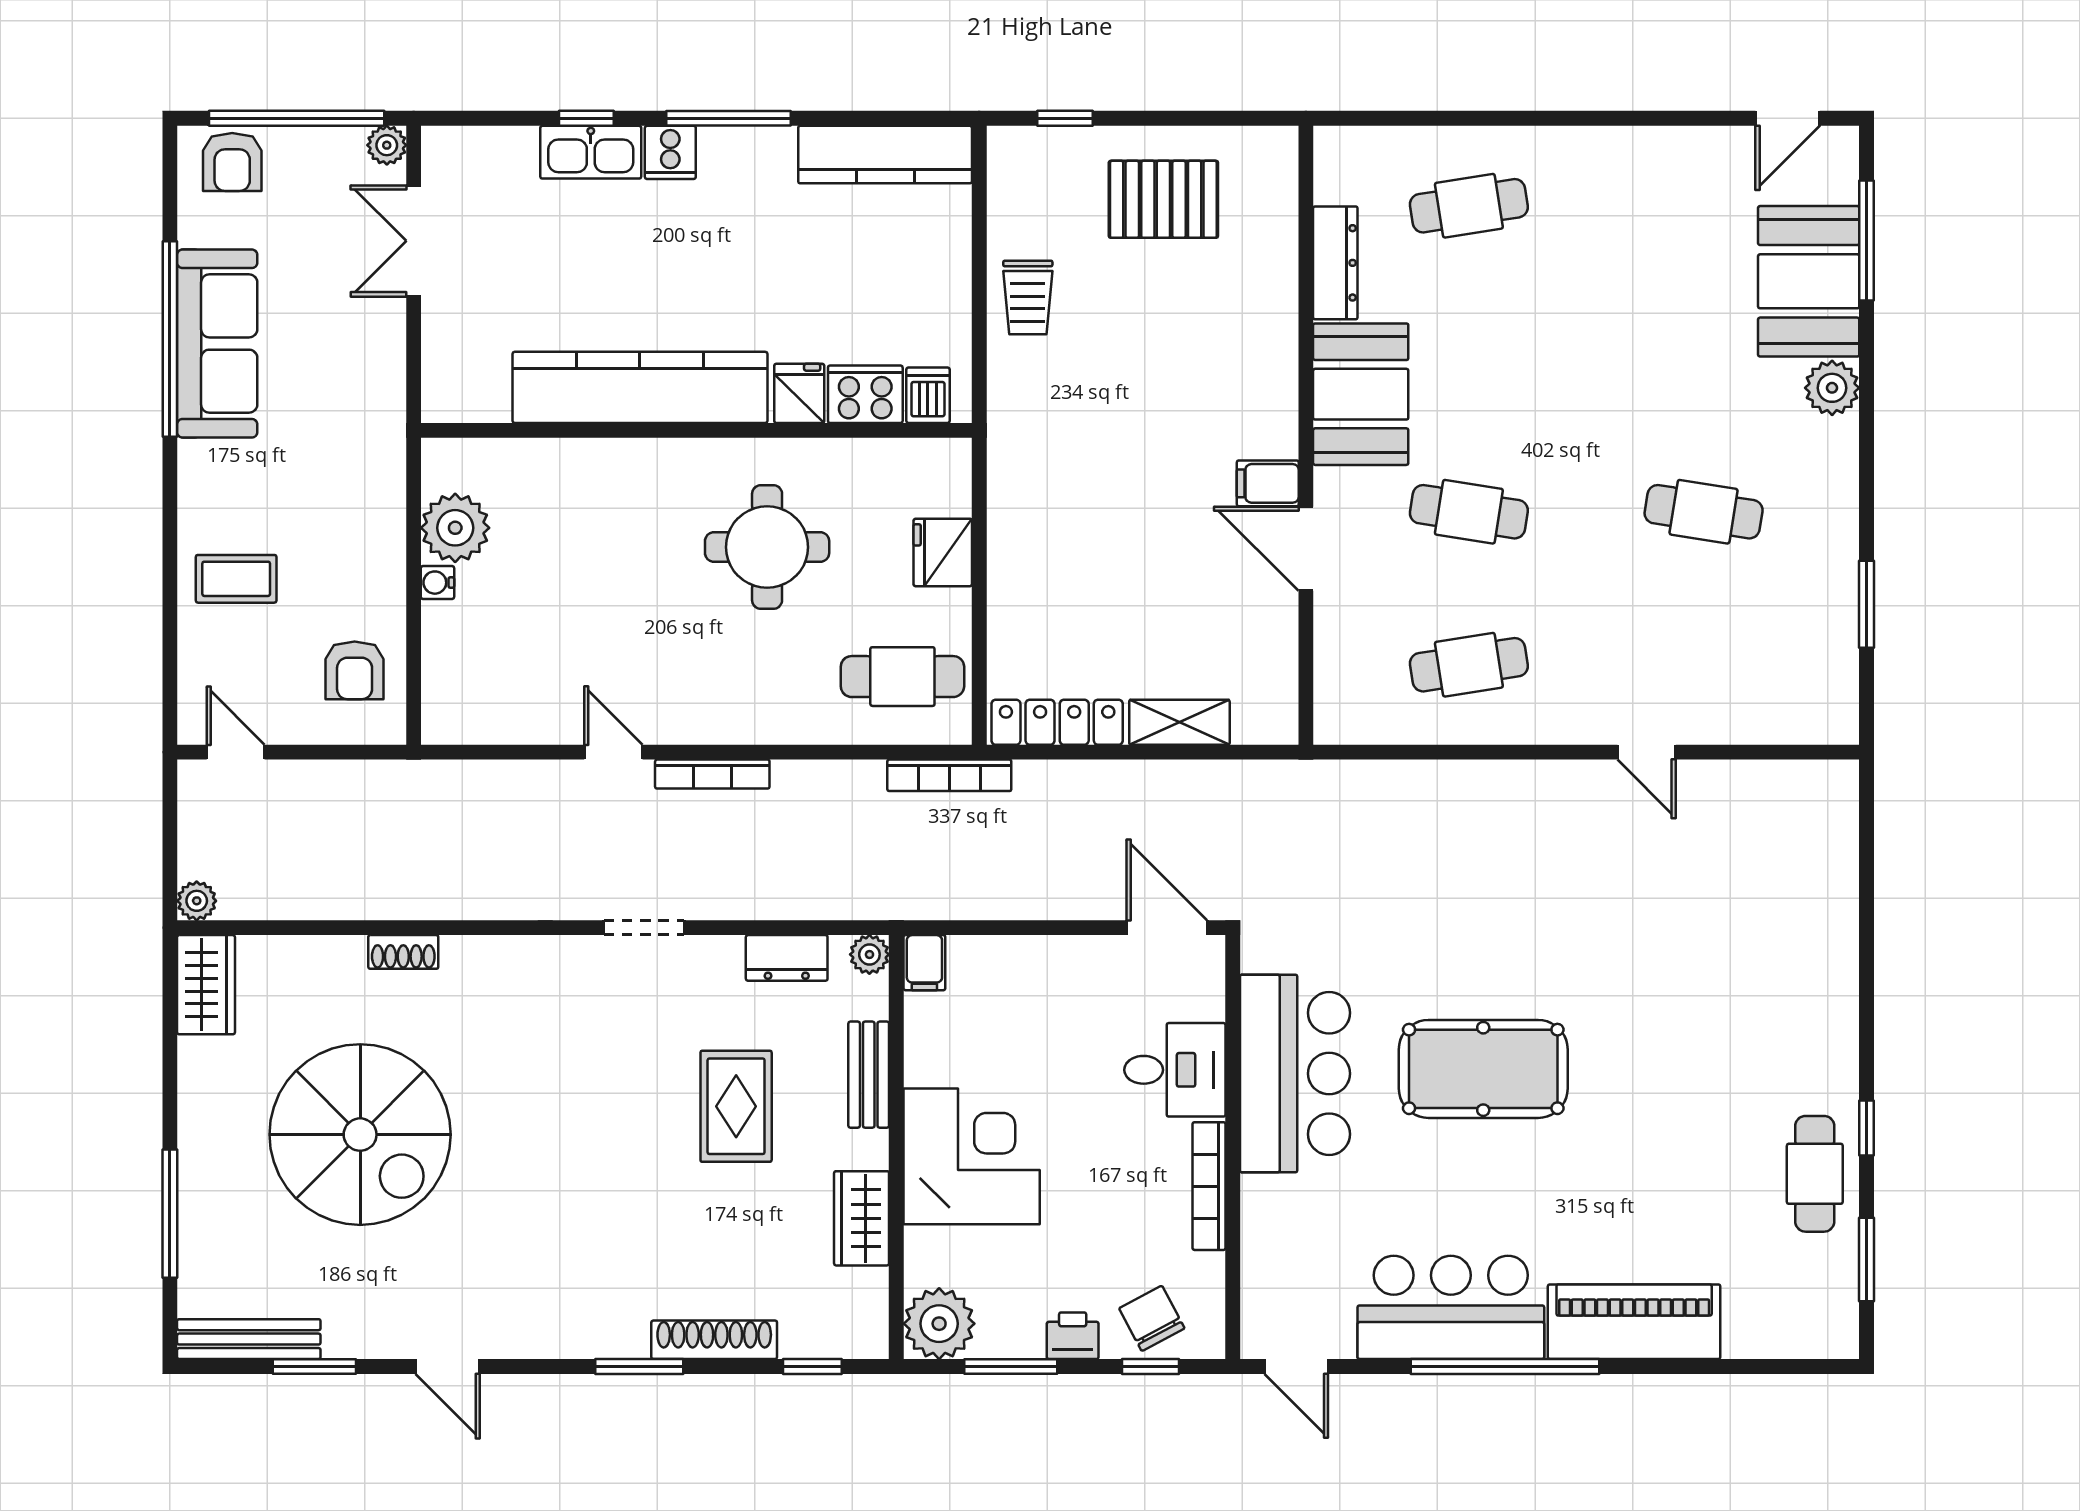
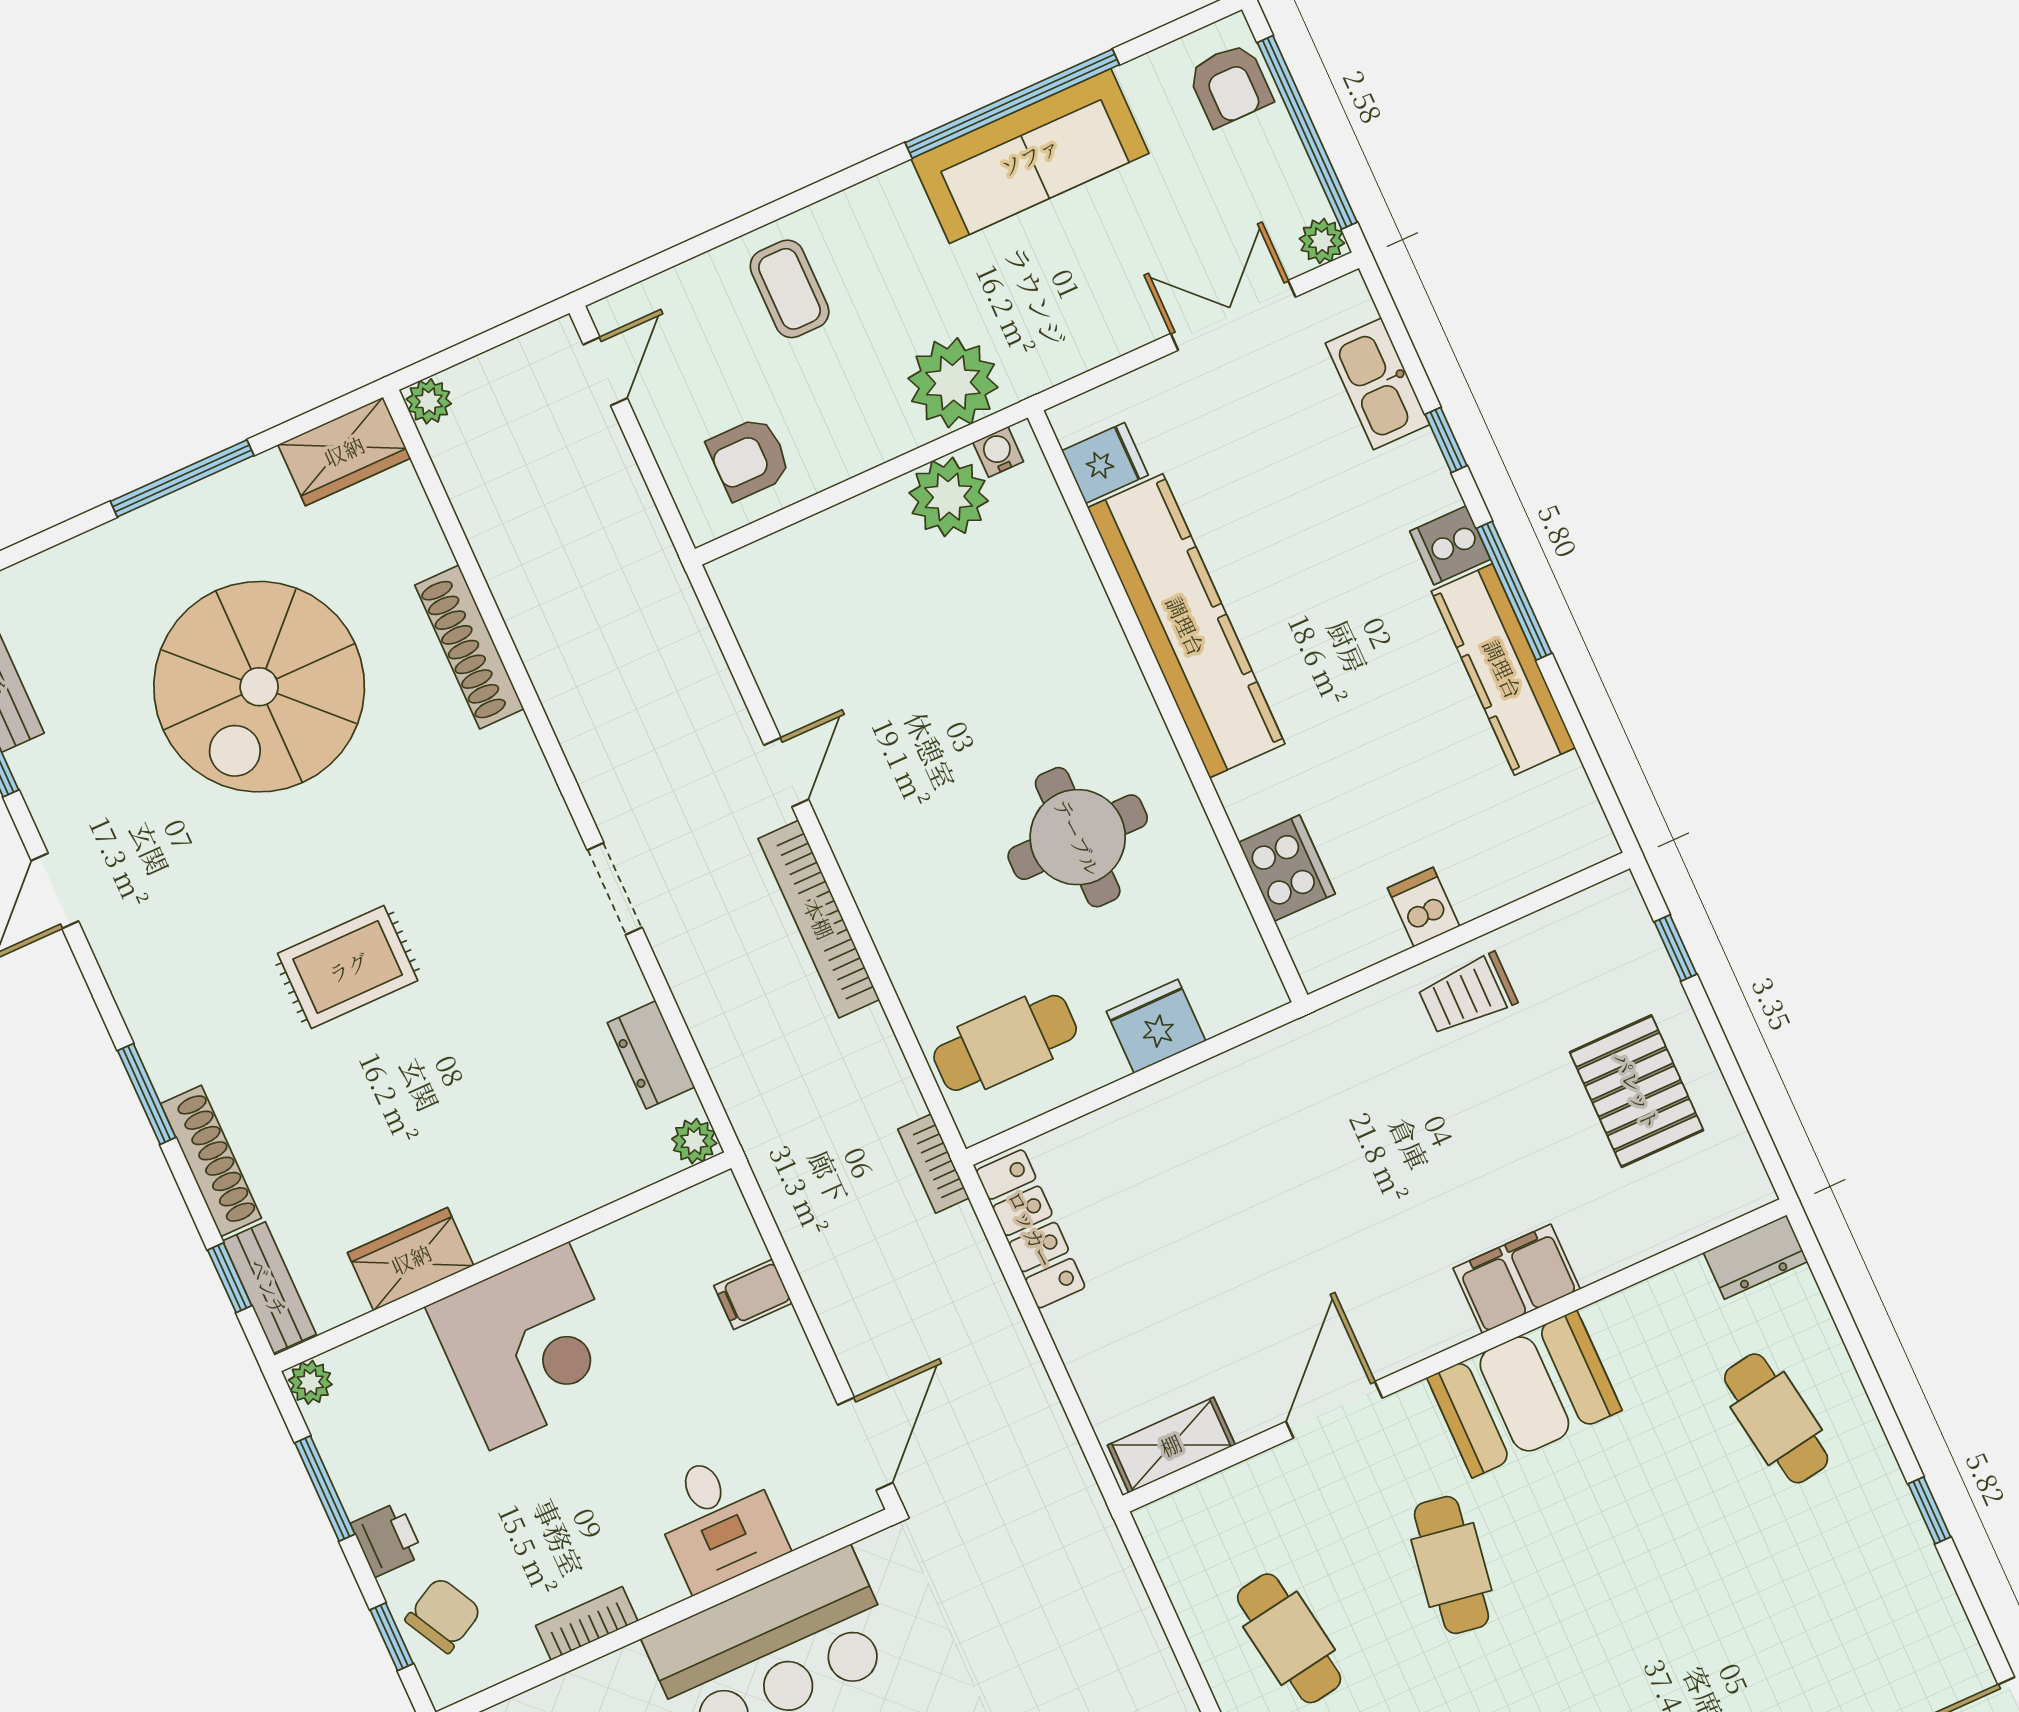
window: (1595, 118) -> (1929, 1510), added
kitchen sink: (591, 152) -> (1378, 384), moved
kitchen counter: (885, 155) -> (1503, 669), moved
armchair: (232, 162) -> (1230, 85), turned -90
dresser: (1335, 263) -> (1755, 1257), moved, width x0.70
fridge: (799, 393) -> (1105, 463), moved
dishwasher: (928, 395) -> (1424, 907), moved, turned -90
filing cabinet: (1268, 483) -> (1517, 1279), moved, width x2.00
plant: (367, 484) -> (953, 383), added
water cooler: (437, 583) -> (998, 452), moved
cafe table: (902, 677) -> (1005, 1043), turned 90
shelving: (1179, 722) -> (1171, 1445), moved, turned 90
bookcase: (712, 774) -> (819, 919), width x1.48, depth x1.31
bookcase: (949, 775) -> (933, 1164), width x0.64
shoe rack: (403, 952) -> (469, 647), width x1.94, depth x1.24
filing cabinet: (924, 963) -> (753, 1294), moved
bench: (869, 1075) -> (269, 1288), moved, turned 90
rug: (736, 1106) -> (348, 967), moved
bookcase: (1209, 1186) -> (587, 1623), width x0.64
window: (170, 1214) -> (182, 478), moved
plant: (939, 1324) -> (310, 1382), width x0.53, depth x0.53

